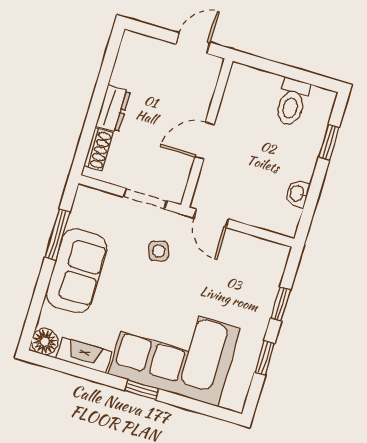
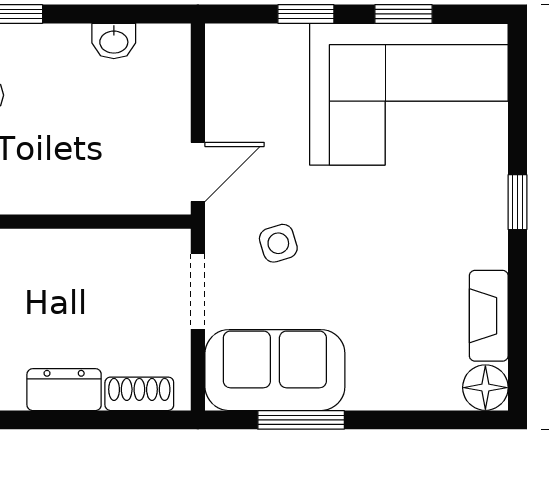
door: (205, 141) -> (72, 222), removed
sofa: (76, 271) -> (275, 370), moved
corner sofa: (174, 351) -> (409, 94), moved, turned -90

